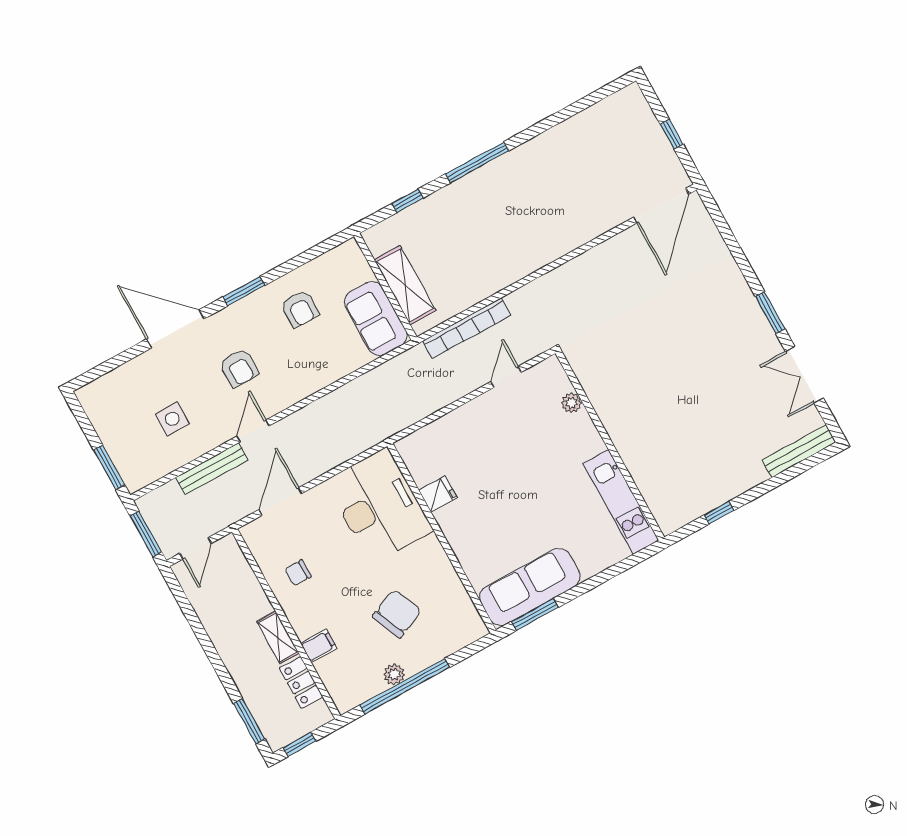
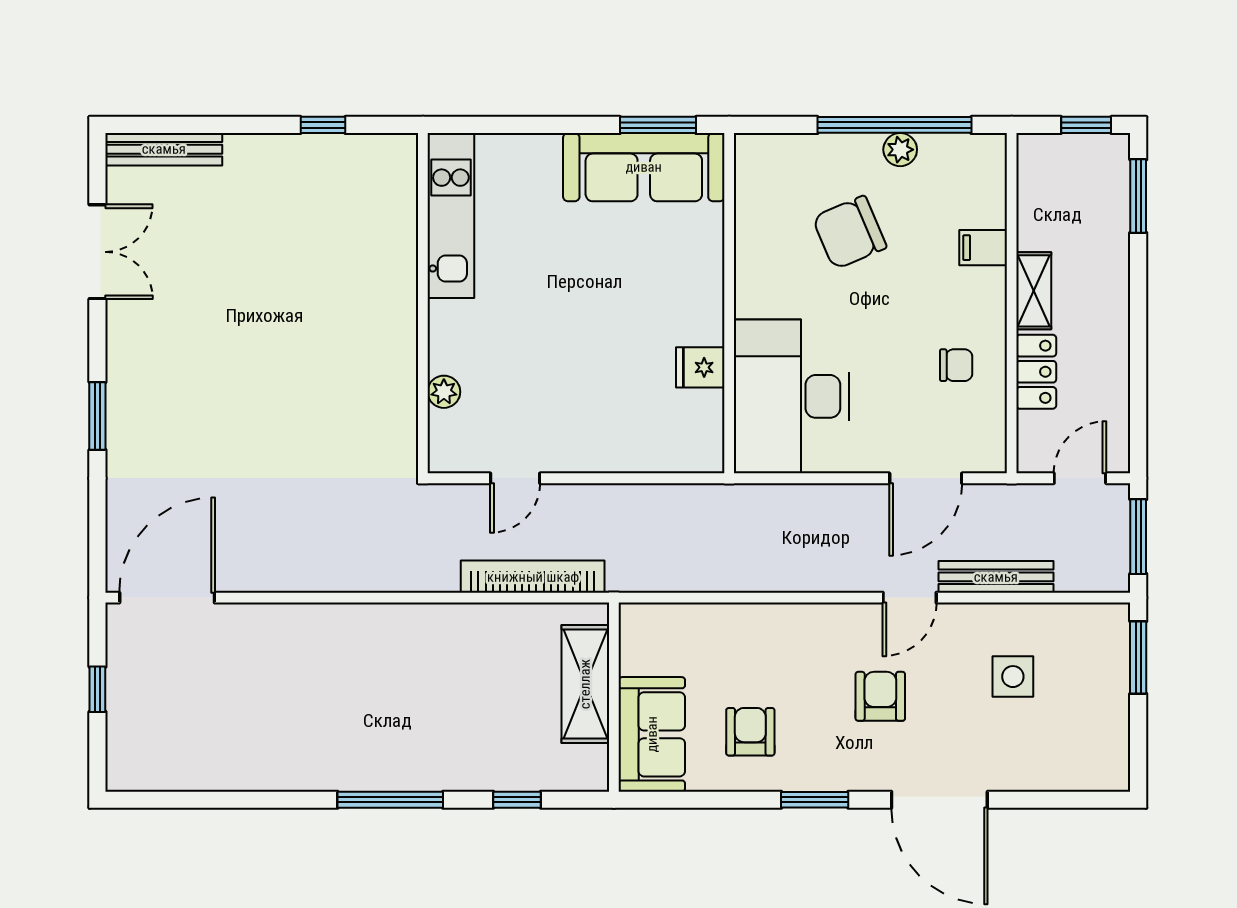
window: (770, 313) -> (97, 416), moved
sofa: (376, 319) -> (652, 734), moved
locker: (301, 683) -> (1036, 372), moved

